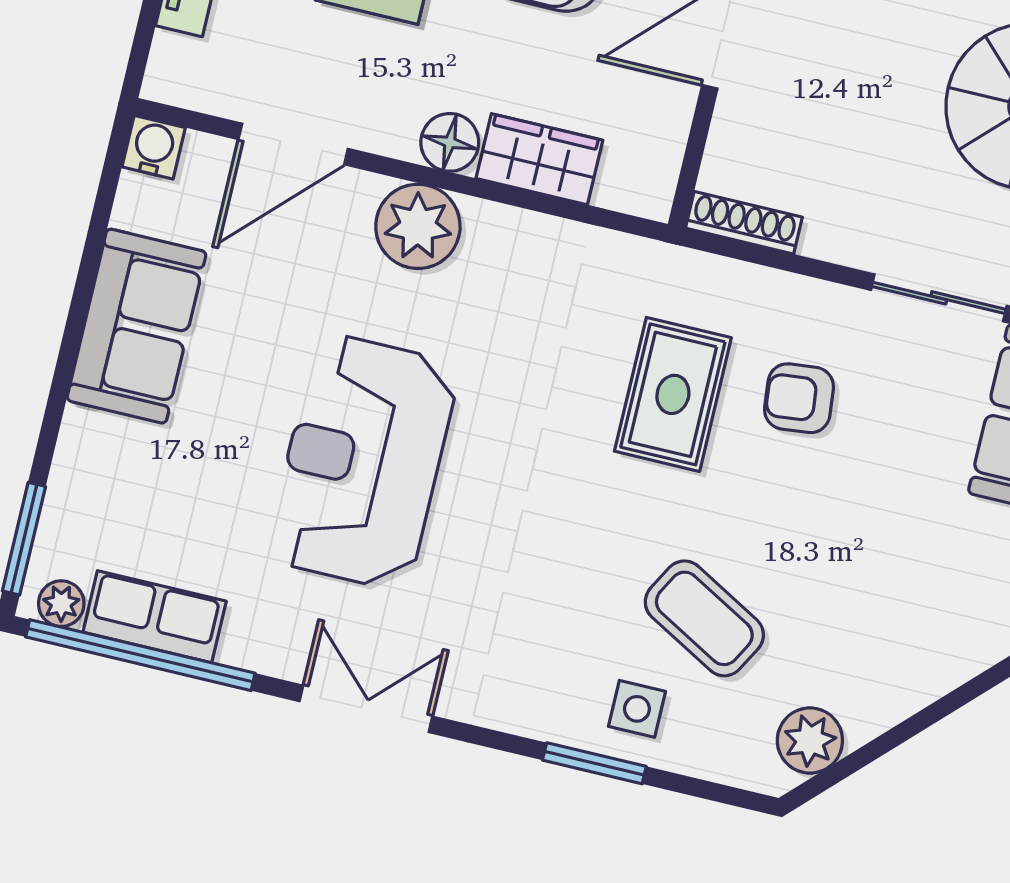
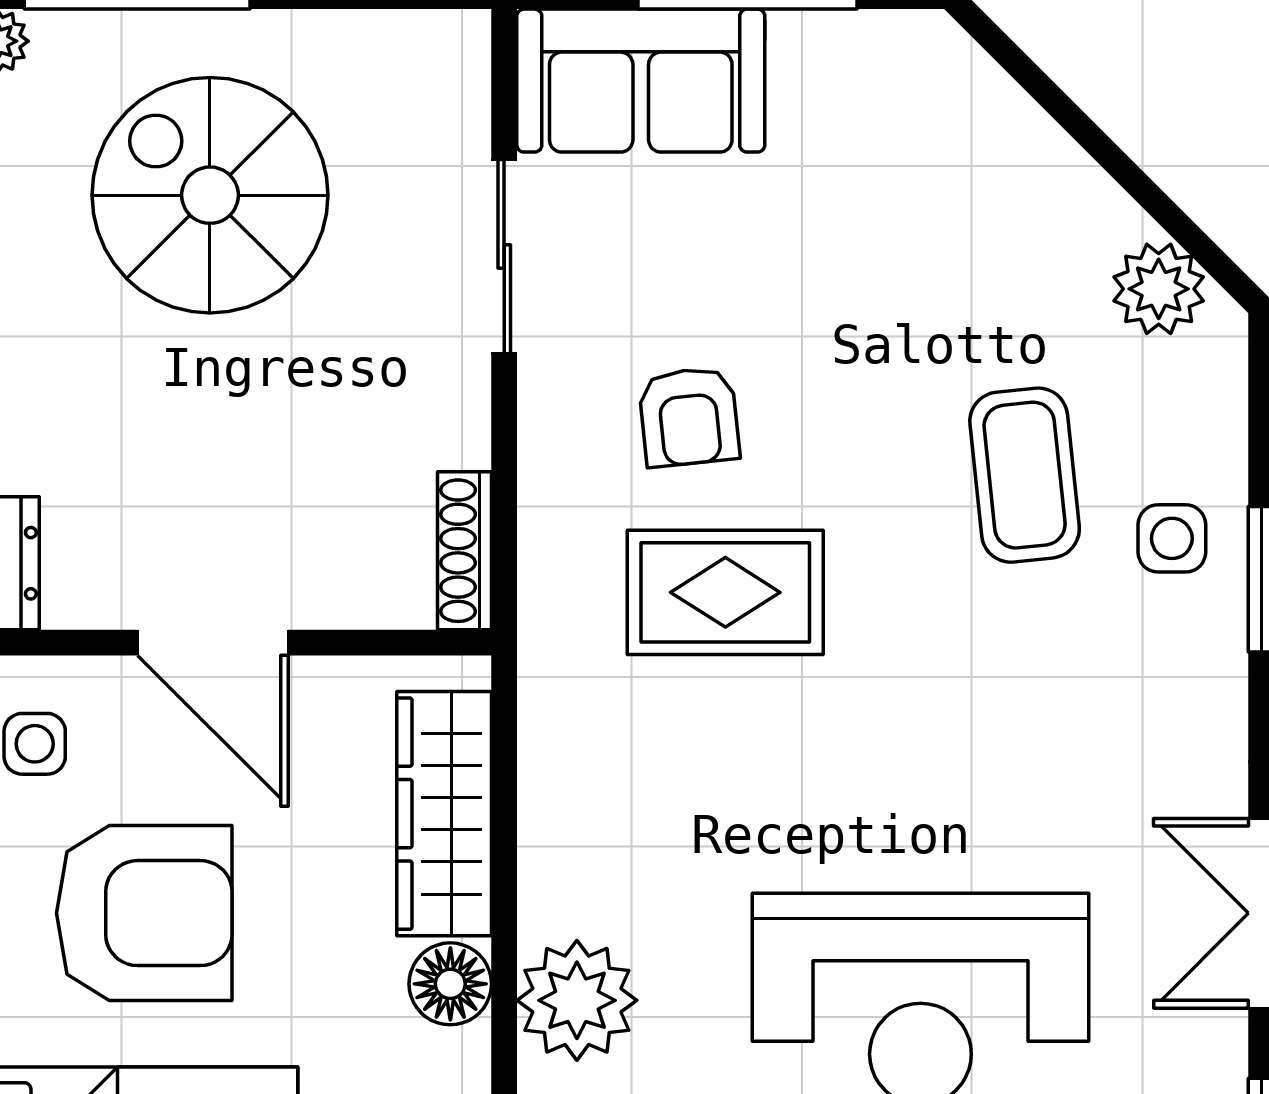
wardrobe: (539, 159) -> (444, 814), width x1.50
coffee table: (704, 618) -> (1025, 475), turned -35

